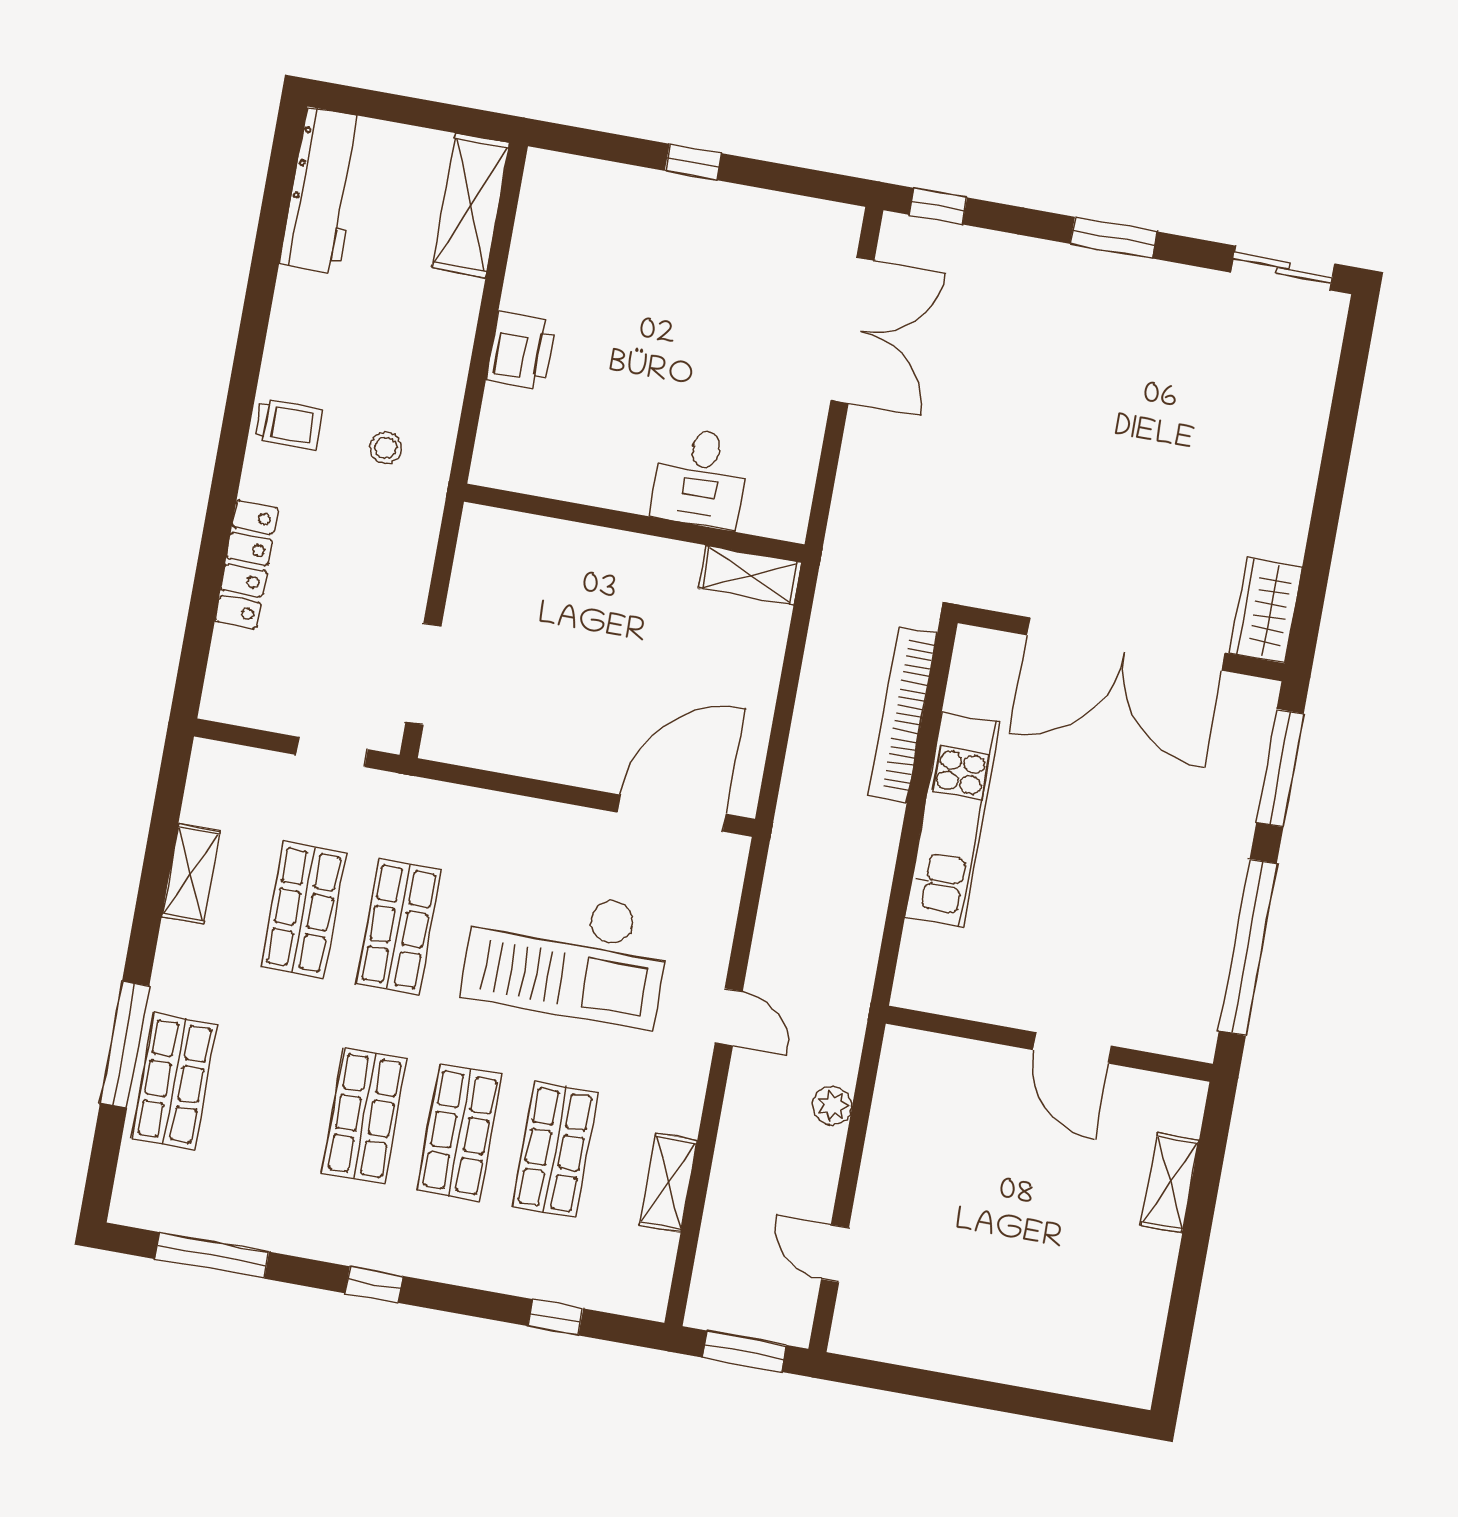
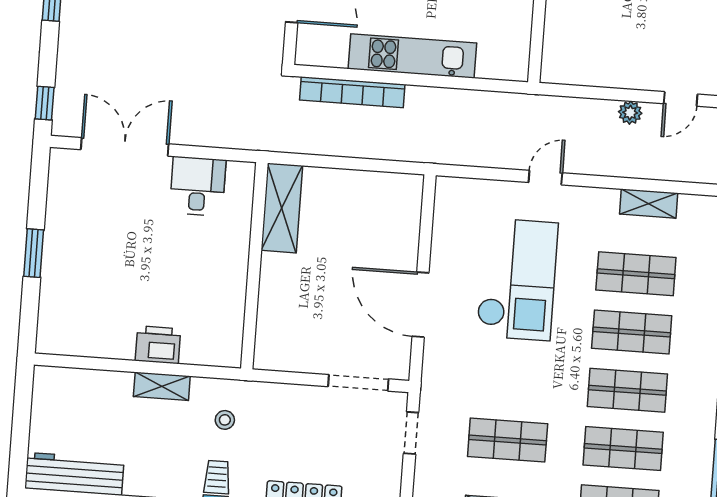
window: (693, 162) -> (34, 253), width x1.50
shelving: (471, 205) -> (162, 386), moved, width x0.67, depth x0.75
desk: (701, 478) -> (198, 186), moved, turned -90
shelving: (750, 575) -> (282, 208), width x1.50, depth x1.33
door: (672, 813) -> (420, 305), moved
shop shelf: (399, 927) -> (623, 449), moved
plant: (832, 1106) -> (630, 113), moved

